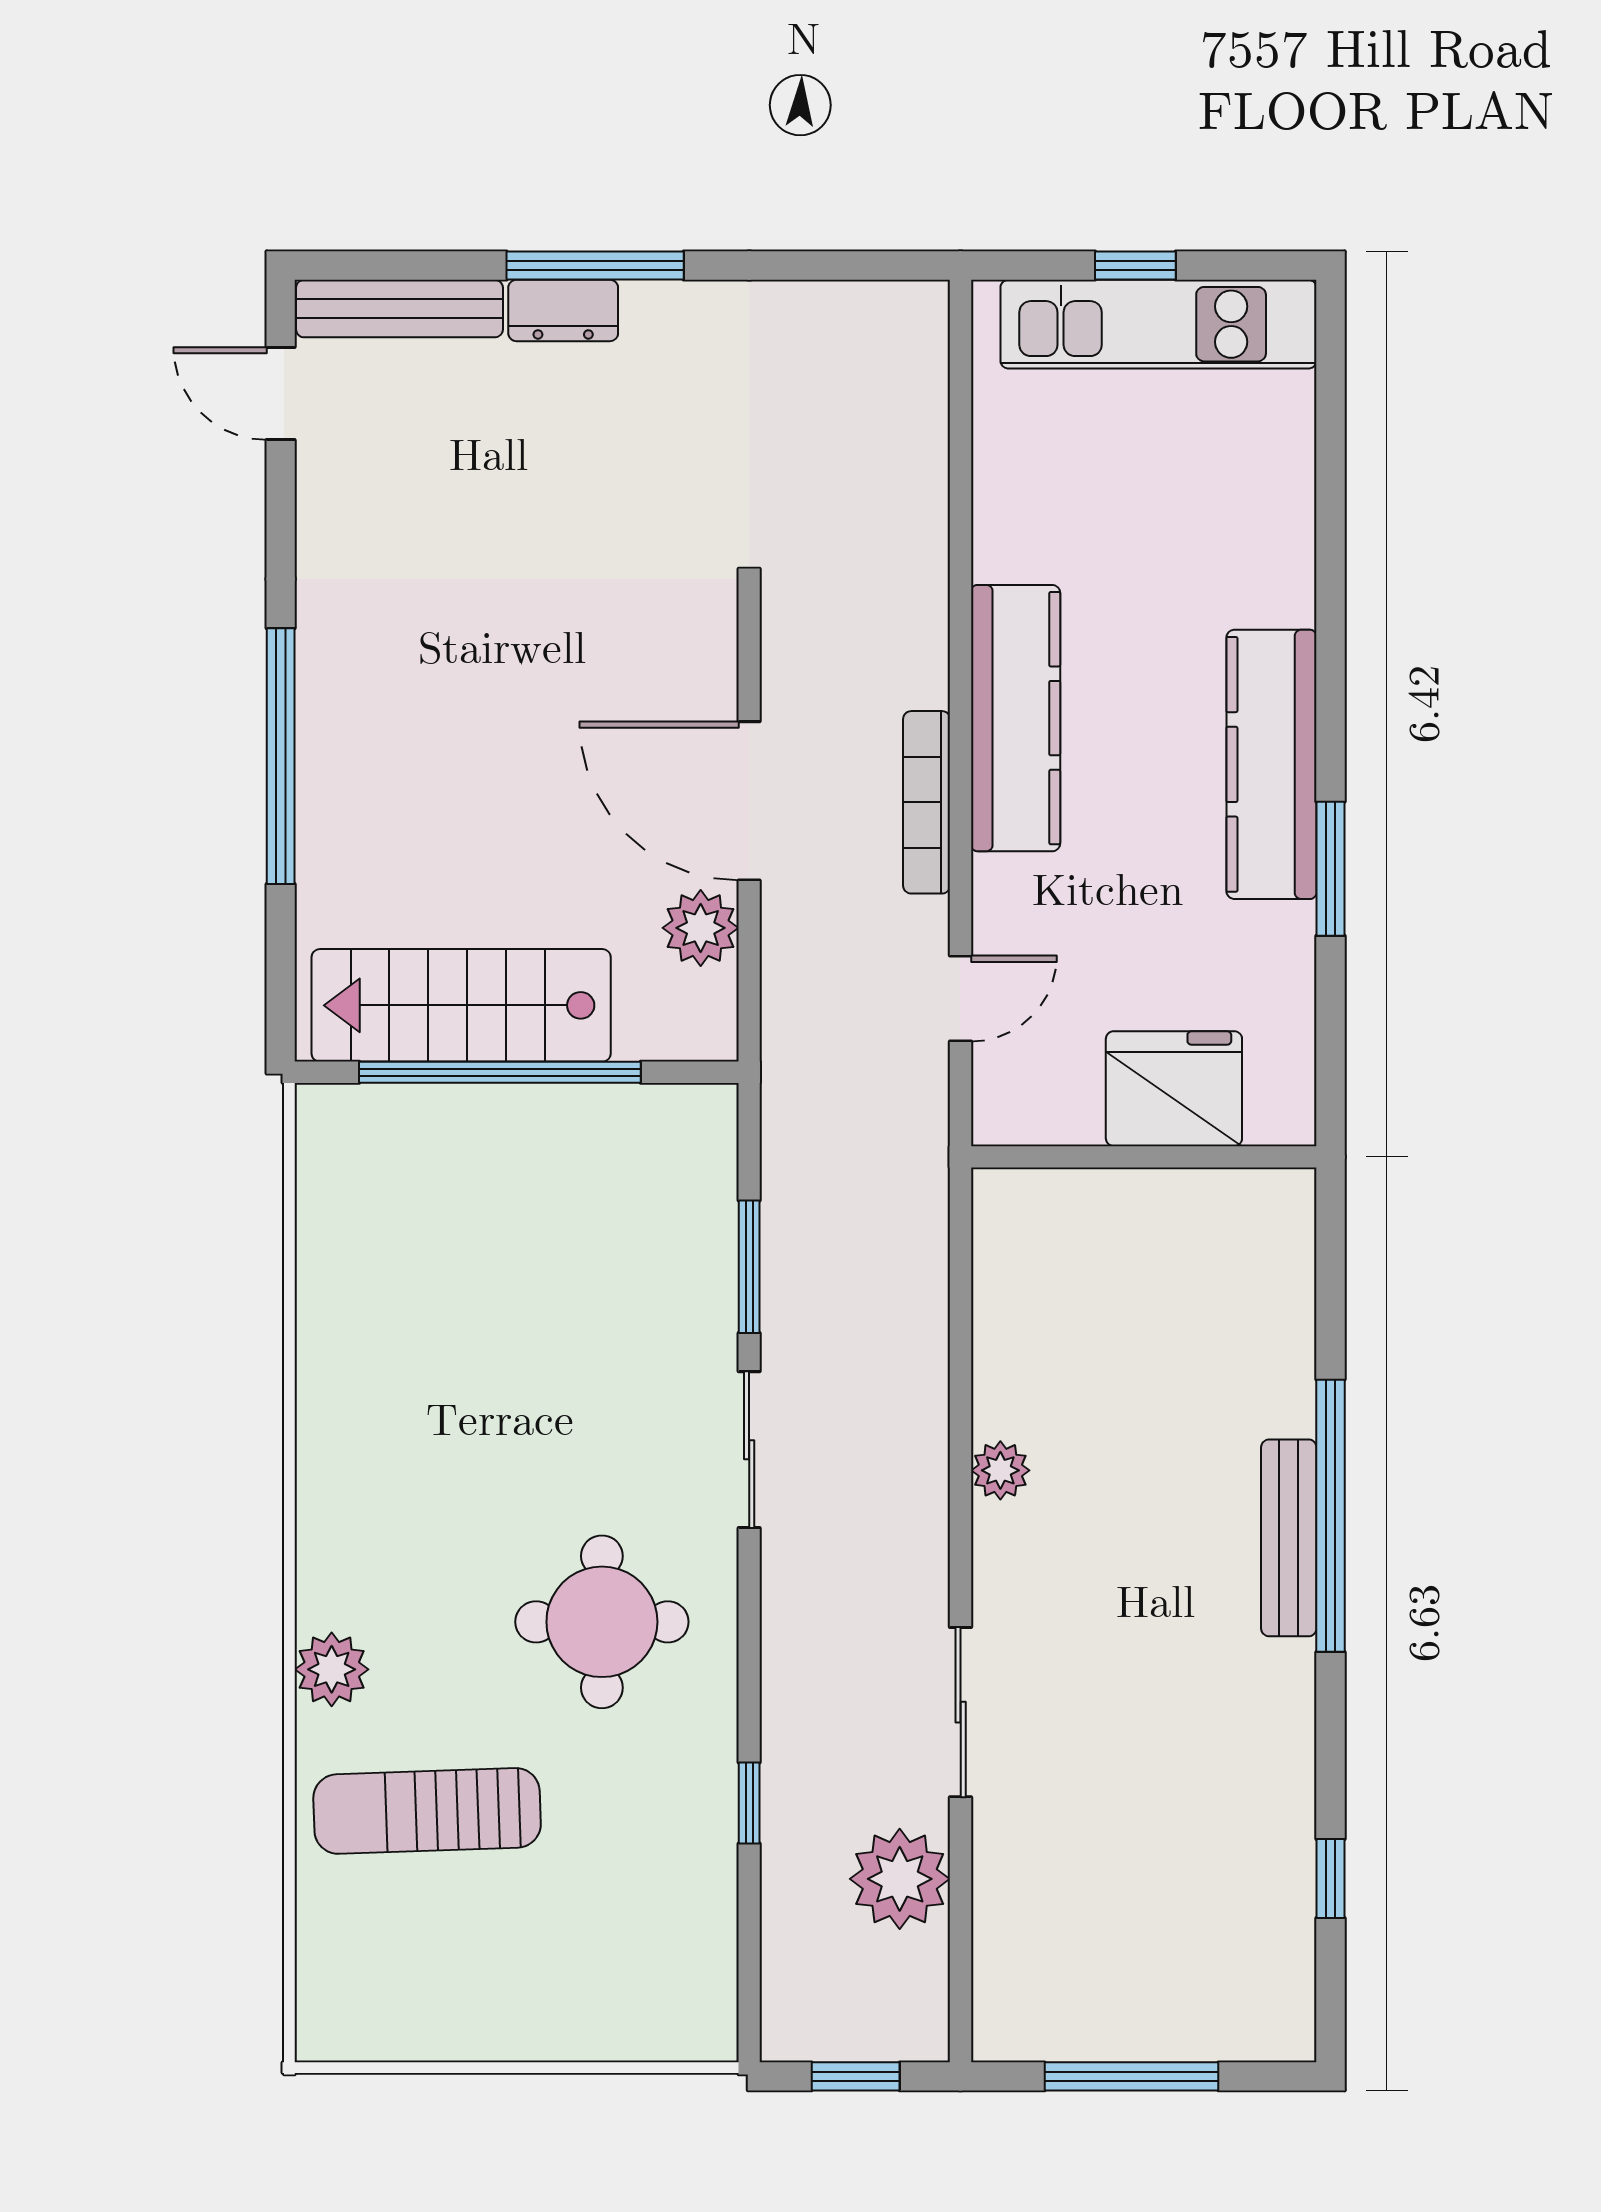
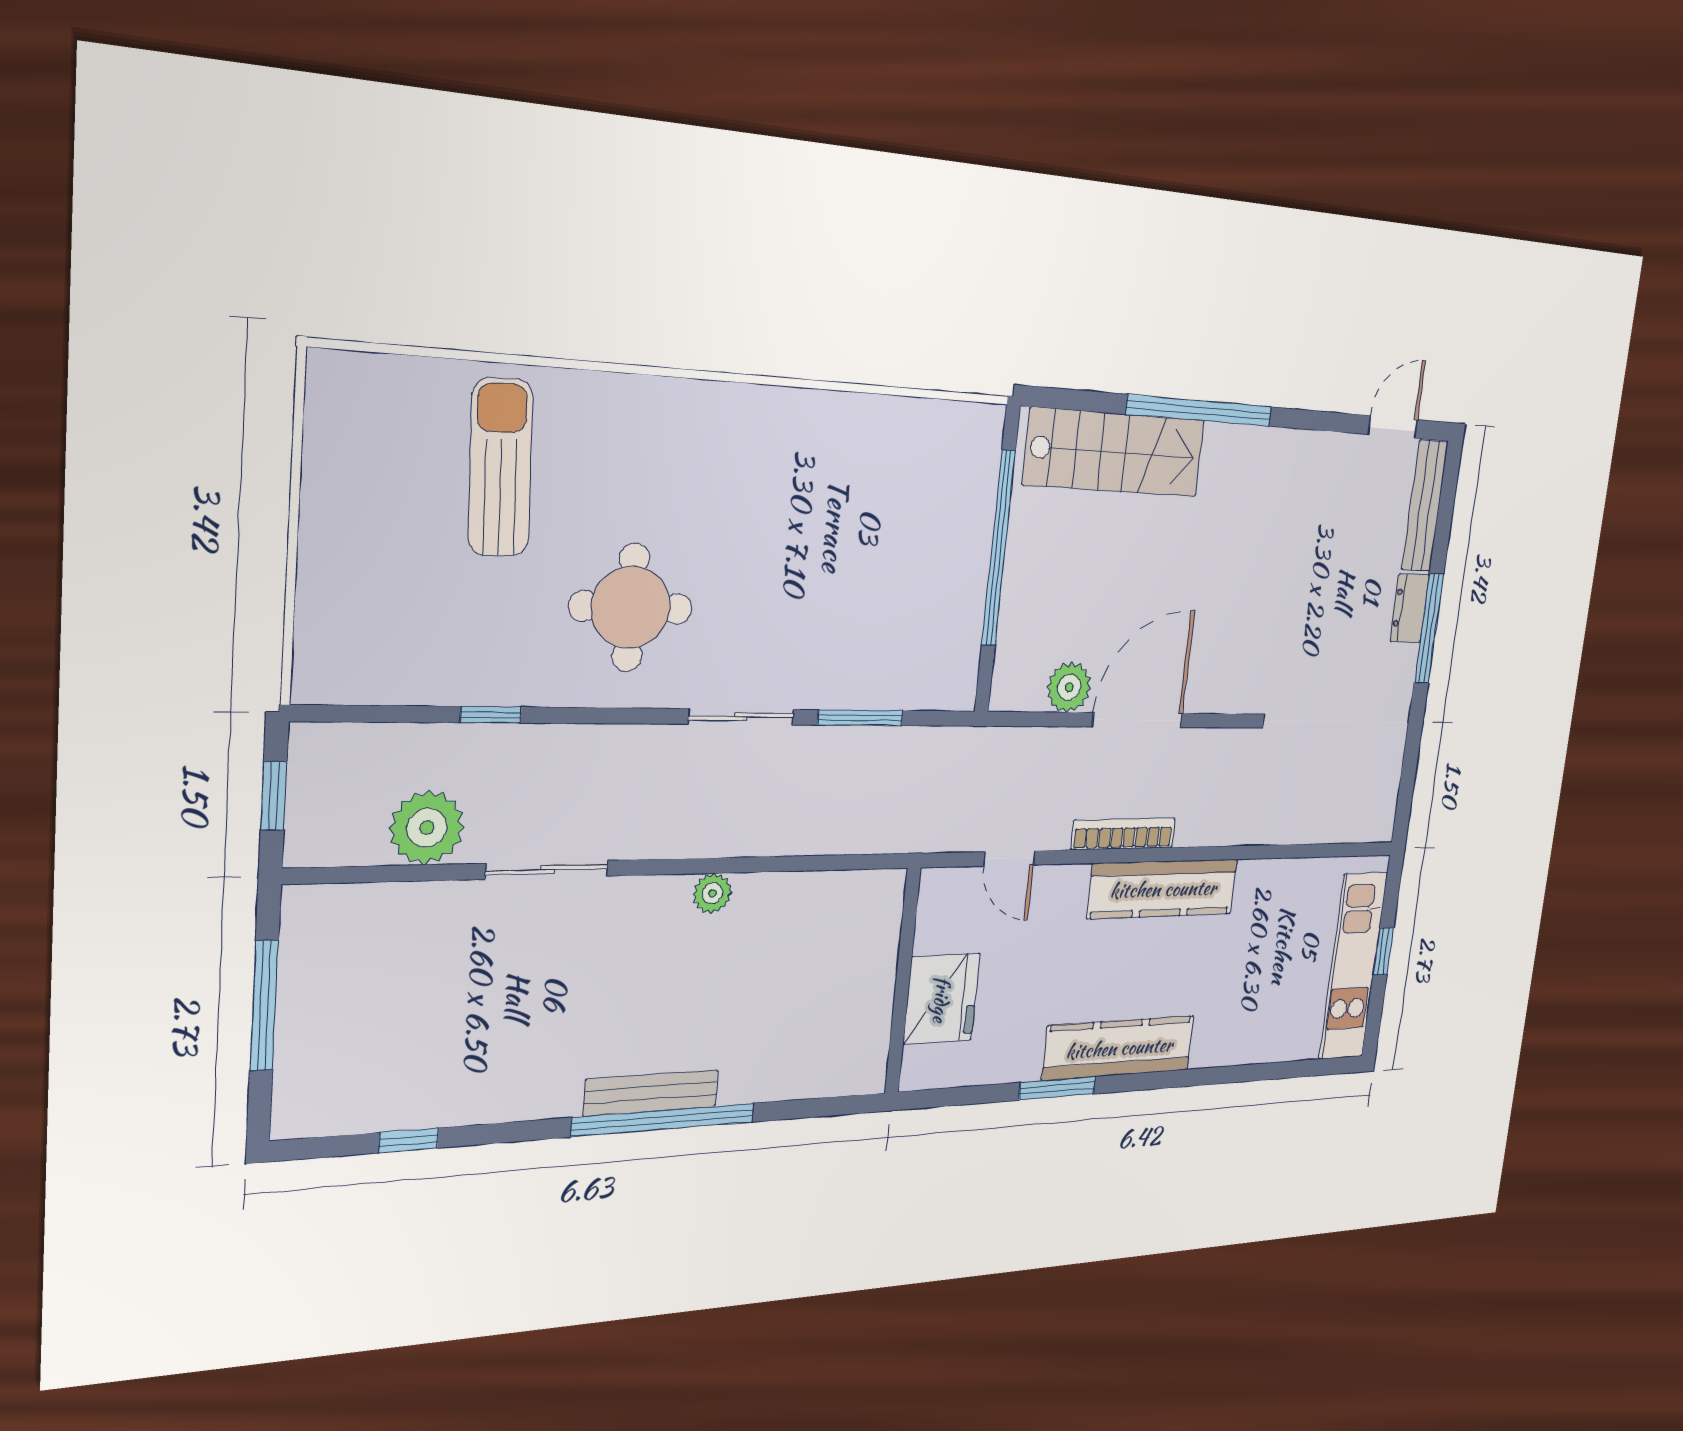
stairs: (461, 1005) -> (1114, 452), moved, turned 90
plant: (332, 1669) -> (611, 400), removed

